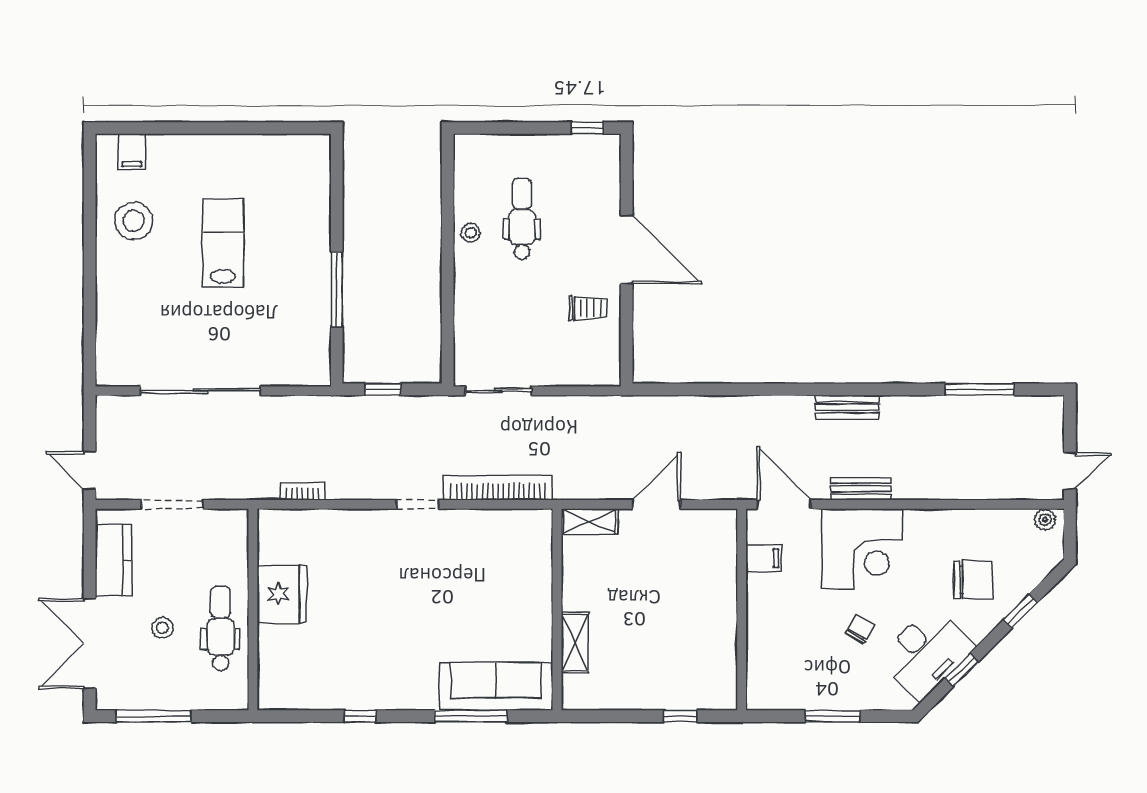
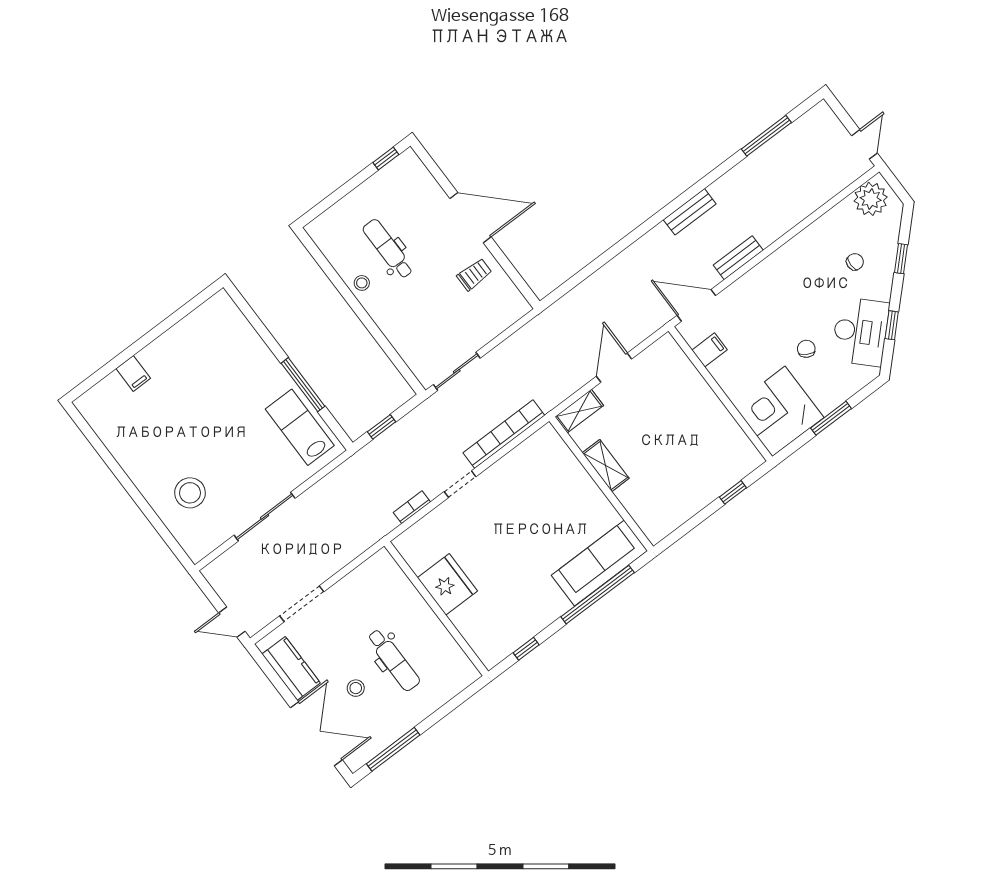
filing cabinet: (132, 152) -> (133, 373), moved
stool: (134, 221) -> (190, 493), moved
lab bench: (223, 243) -> (300, 427), moved
sliding door: (200, 391) -> (265, 517), width x0.73
bookcase: (303, 491) -> (412, 507), moved
plant: (1045, 520) -> (871, 199), width x1.88, depth x1.88
corner desk: (862, 549) -> (779, 411), moved, turned 180
chair: (973, 580) -> (855, 262), width x0.54, depth x0.54
fridge: (282, 594) -> (447, 584), moved
wall: (253, 610) -> (436, 609), moved
dental chair: (221, 628) -> (393, 660), turned 180
shelving: (575, 642) -> (606, 466), moved
double door: (90, 644) -> (316, 734), swing flipped
window: (471, 716) -> (598, 595), width x1.46

